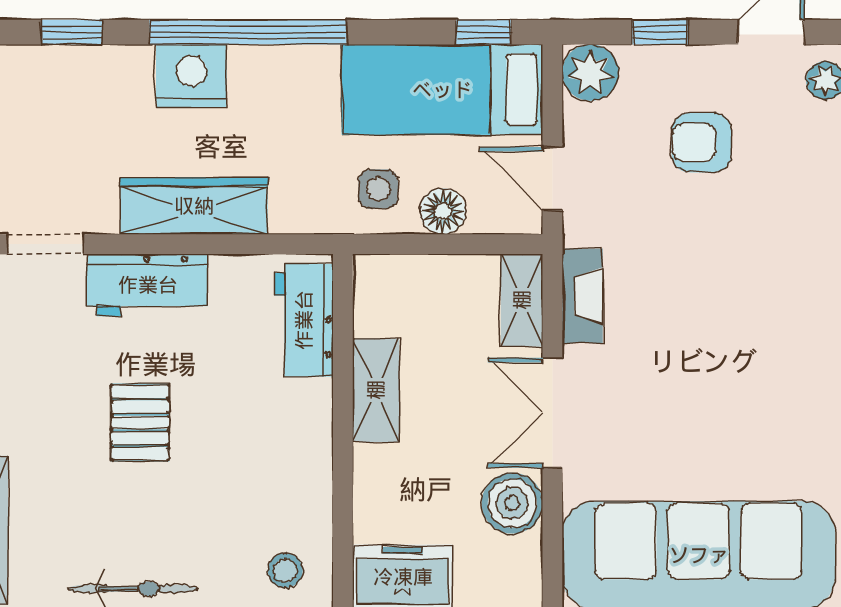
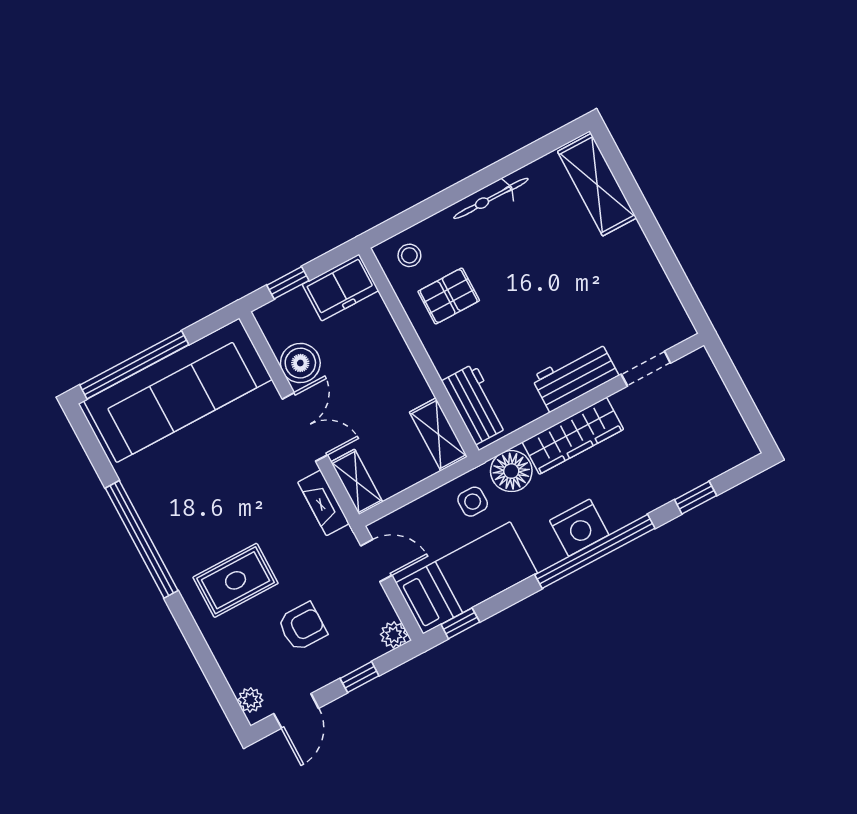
plant: (590, 73) -> (394, 635), width x0.73, depth x0.73
nightstand: (191, 76) -> (579, 528), moved
floor lamp: (443, 211) -> (511, 471), moved, width x1.38, depth x1.38
rug: (759, 254) -> (236, 580), added
shelving: (376, 390) -> (438, 434), moved
pallet: (140, 423) -> (449, 296), moved, turned 90

